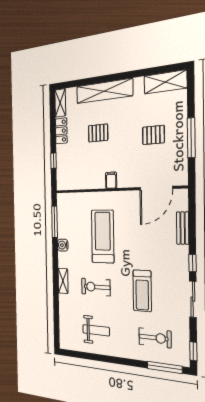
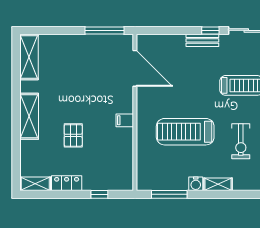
shelving: (104, 91) -> (29, 116), width x0.68
pallet: (153, 135) -> (81, 71), removed
window: (191, 138) -> (104, 30), moved
bench: (183, 228) -> (202, 40), moved
shelving: (63, 281) -> (218, 184), moved

